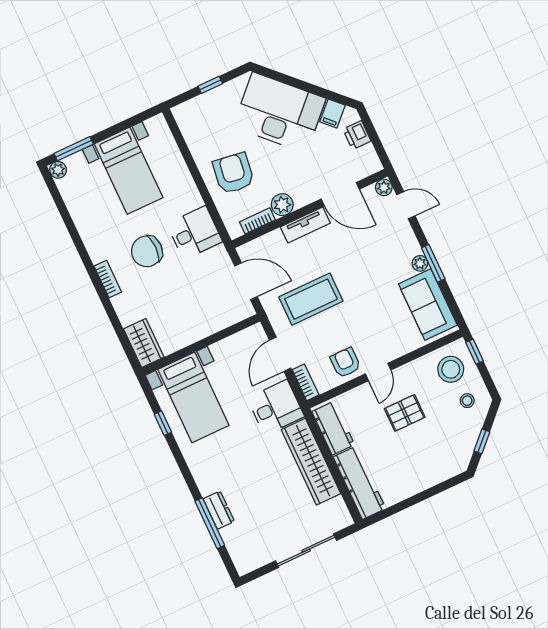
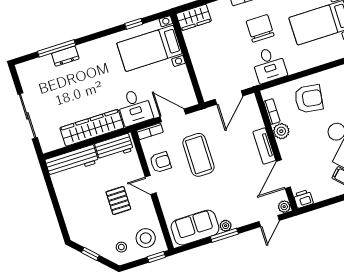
printer: (357, 135) -> (303, 199), moved
coffee table: (311, 299) -> (198, 155), moved

